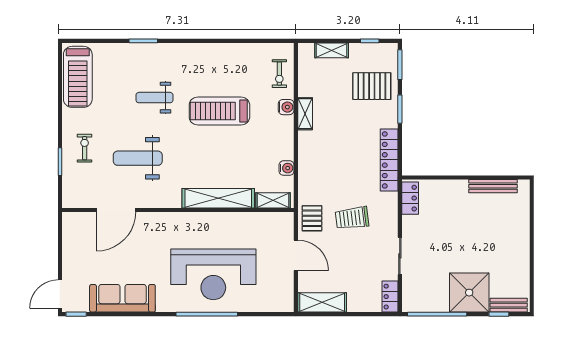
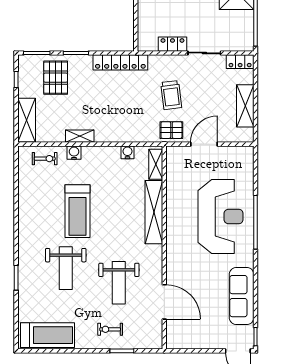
shelving: (332, 50) -> (27, 120), width x1.50, depth x1.33
weight bench: (154, 98) -> (66, 268), width x1.36, depth x1.33
locker: (410, 198) -> (172, 44), moved
shelving: (322, 302) -> (245, 106), moved

